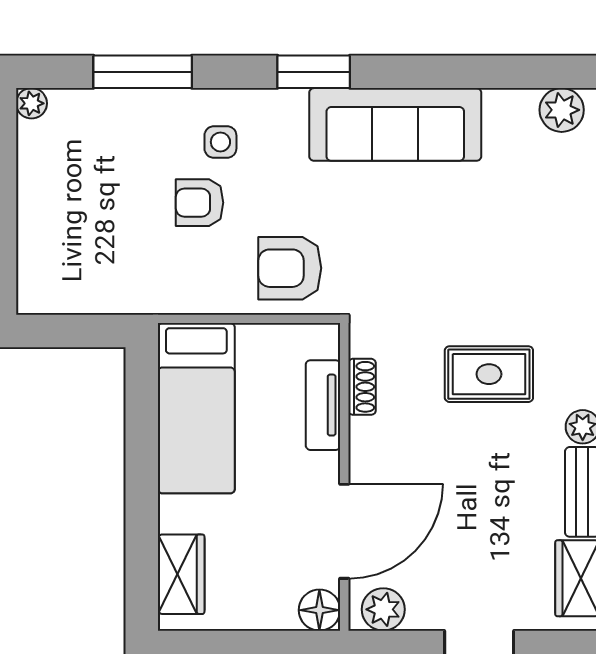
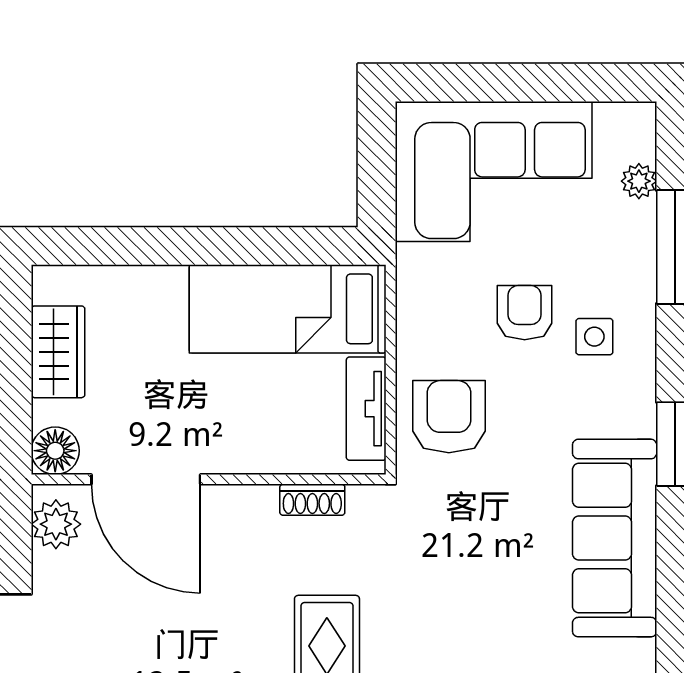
plant: (32, 103) -> (639, 181), moved
corner sofa: (77, 230) -> (494, 171), added
tv unit: (323, 405) -> (366, 409), moved, turned -90
wardrobe: (181, 574) -> (58, 352), moved, turned -90

